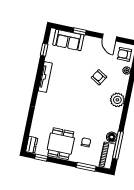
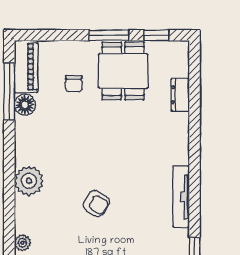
armchair: (99, 77) -> (96, 203), moved
dresser: (32, 145) -> (180, 95), moved
window: (86, 167) -> (109, 35), moved

